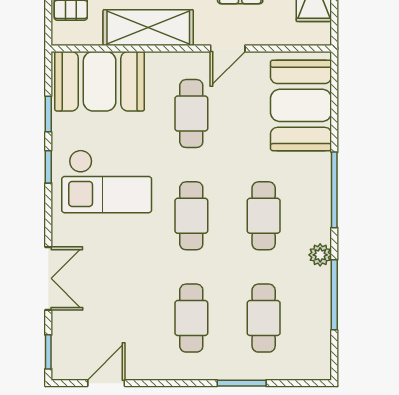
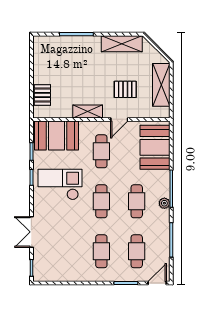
shelving: (148, 28) -> (88, 111), width x0.67, depth x0.75
checkout: (107, 181) -> (60, 184), turned 180
plant: (320, 255) -> (164, 203), moved
double door: (48, 278) -> (31, 232), swing flipped
door: (106, 383) -> (157, 283), moved

